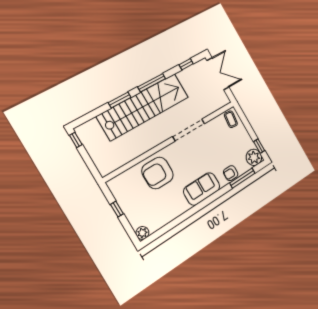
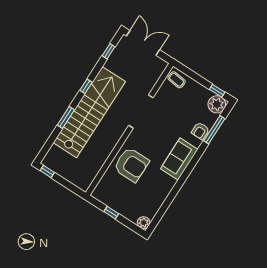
window: (152, 83) -> (86, 86), width x0.46
armchair: (158, 173) -> (131, 165), turned -90

